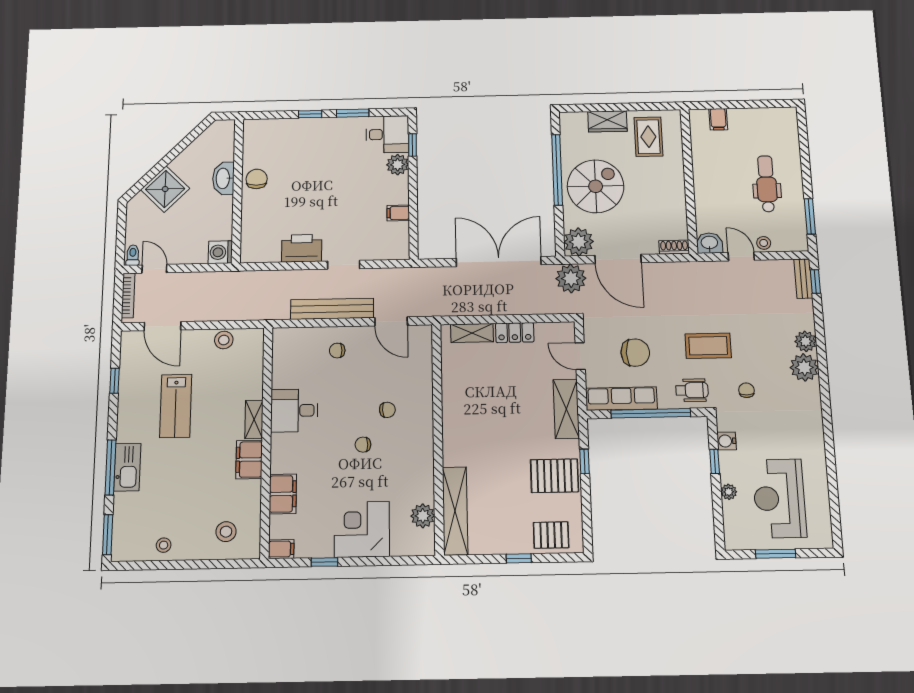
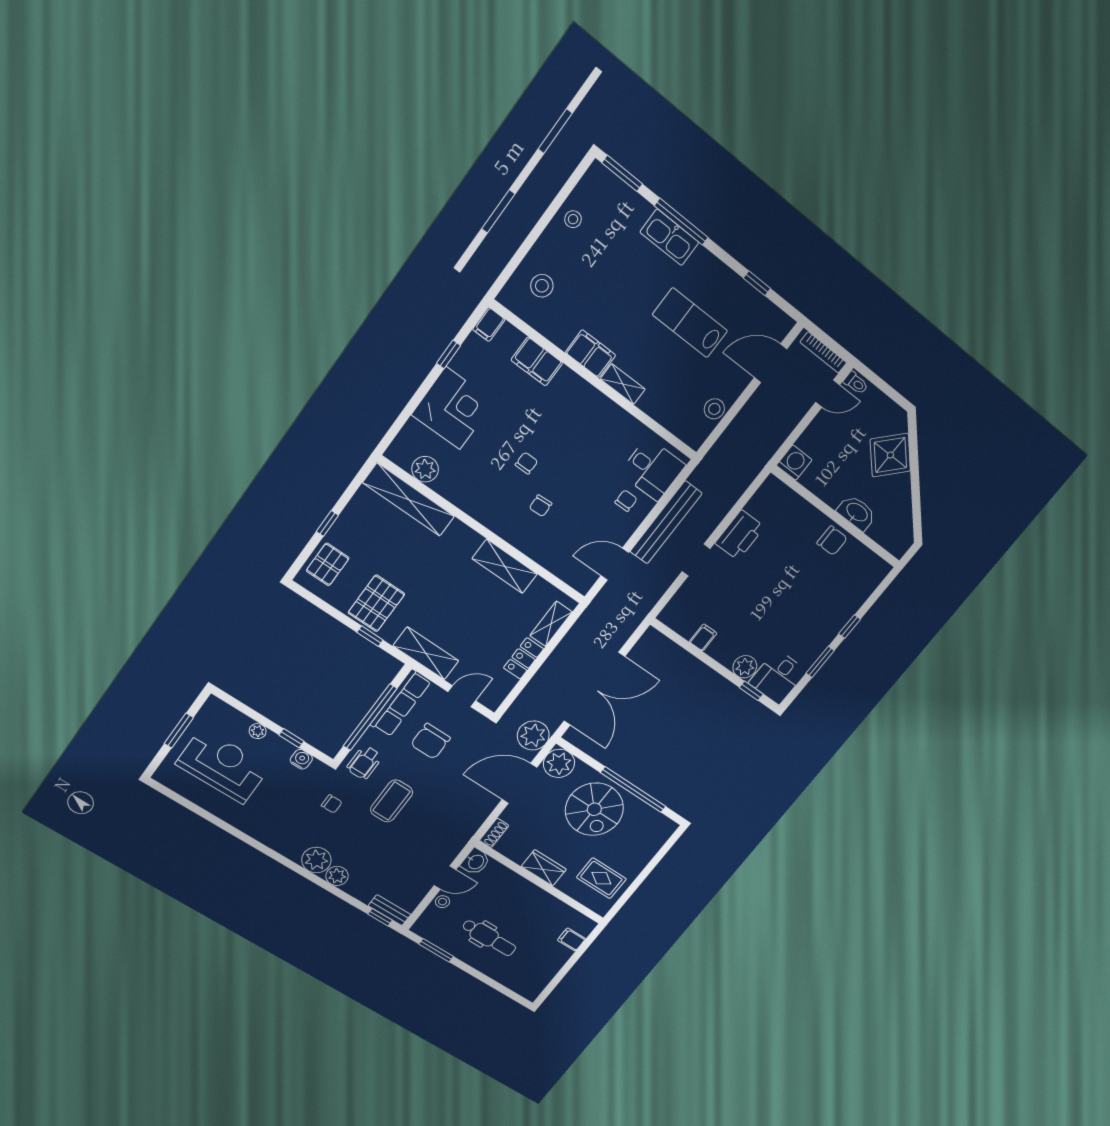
wardrobe: (607, 121) -> (544, 868), moved, turned 90
shelving: (453, 401) -> (505, 566), added
desk: (294, 411) -> (652, 469), moved, turned 90

